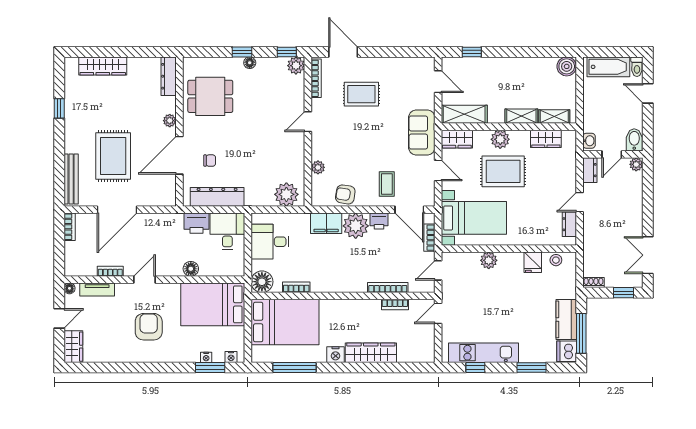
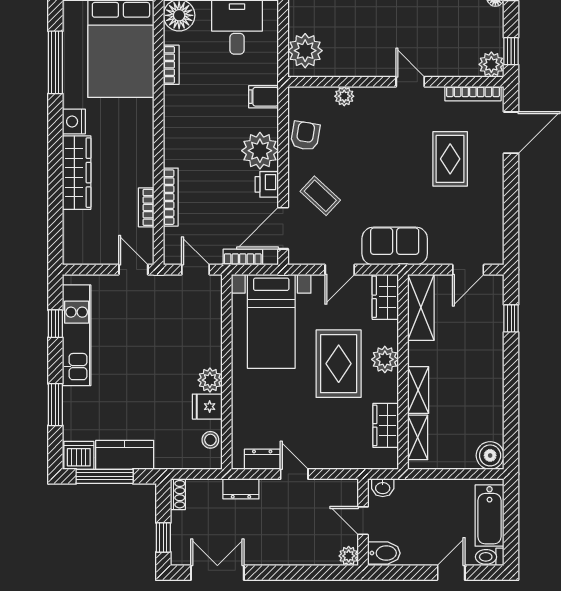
dresser: (590, 170) -> (241, 489), moved
coffee table: (387, 184) -> (320, 196), turned 43
filing cabinet: (326, 223) -> (264, 97), width x0.50
plant: (489, 260) -> (210, 380), moved

